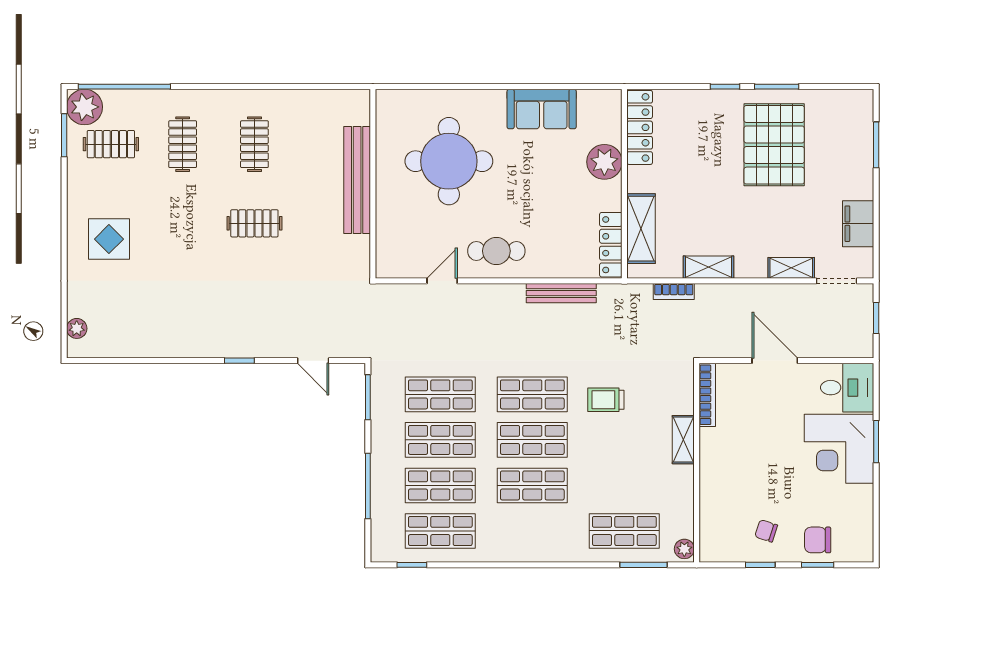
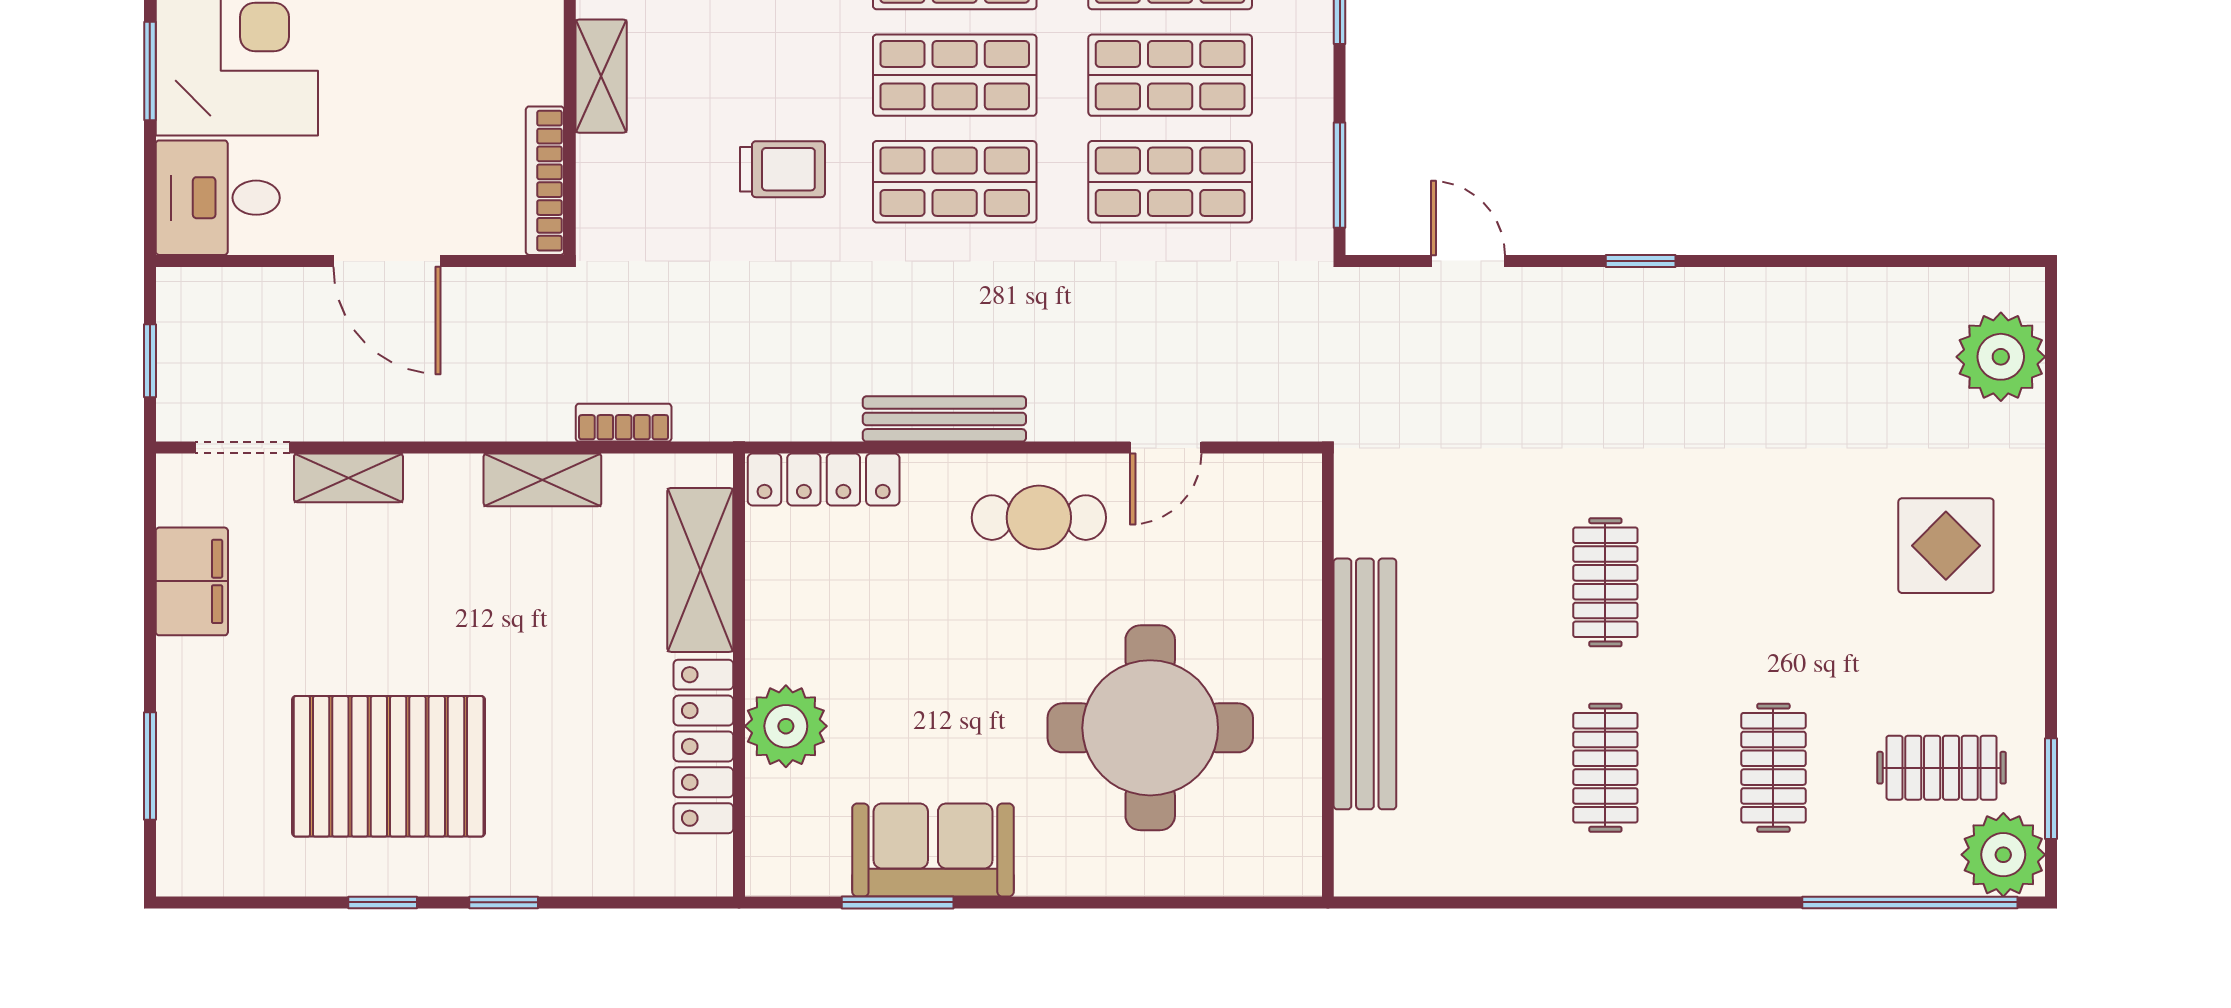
window: (557, 87) -> (898, 902), added
window: (777, 87) -> (383, 902), width x0.67
locker: (640, 127) -> (703, 746), moved
pallet: (774, 145) -> (389, 766), turned 90
clothes rail: (254, 223) -> (1605, 582), turned 90
locker: (611, 245) -> (824, 480), moved, turned 90
bench: (561, 293) -> (944, 419), moved
plant: (77, 328) -> (2001, 357), width x1.88, depth x1.88

